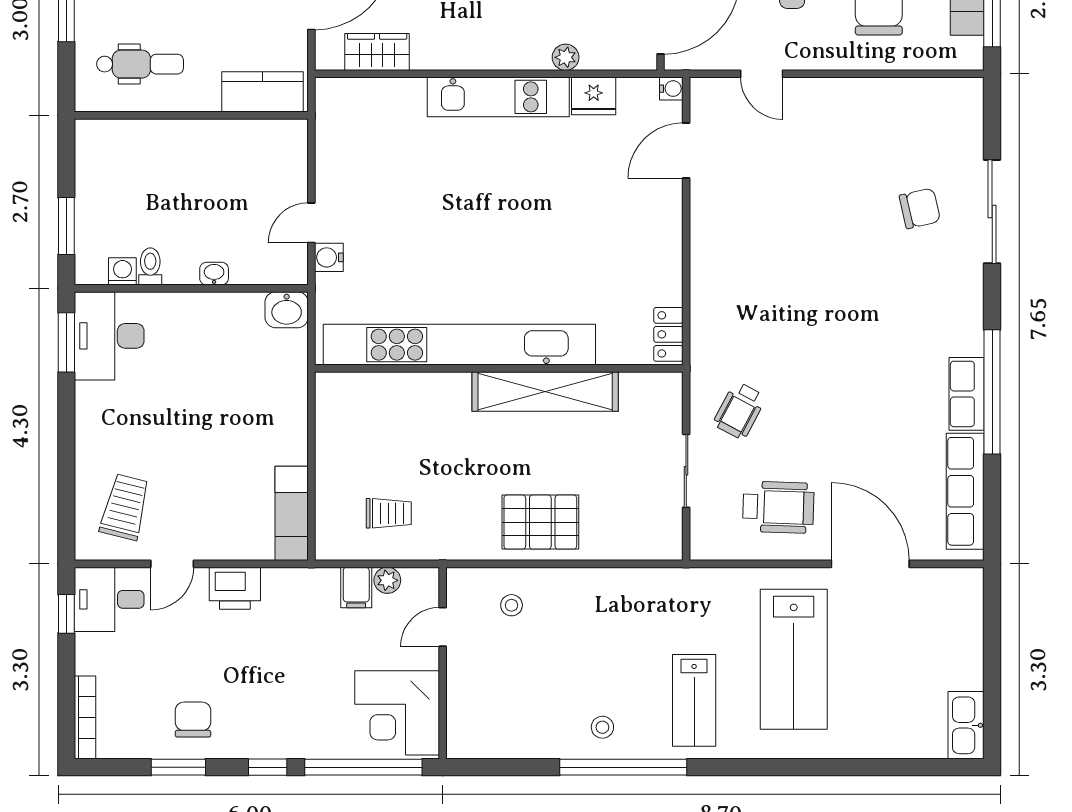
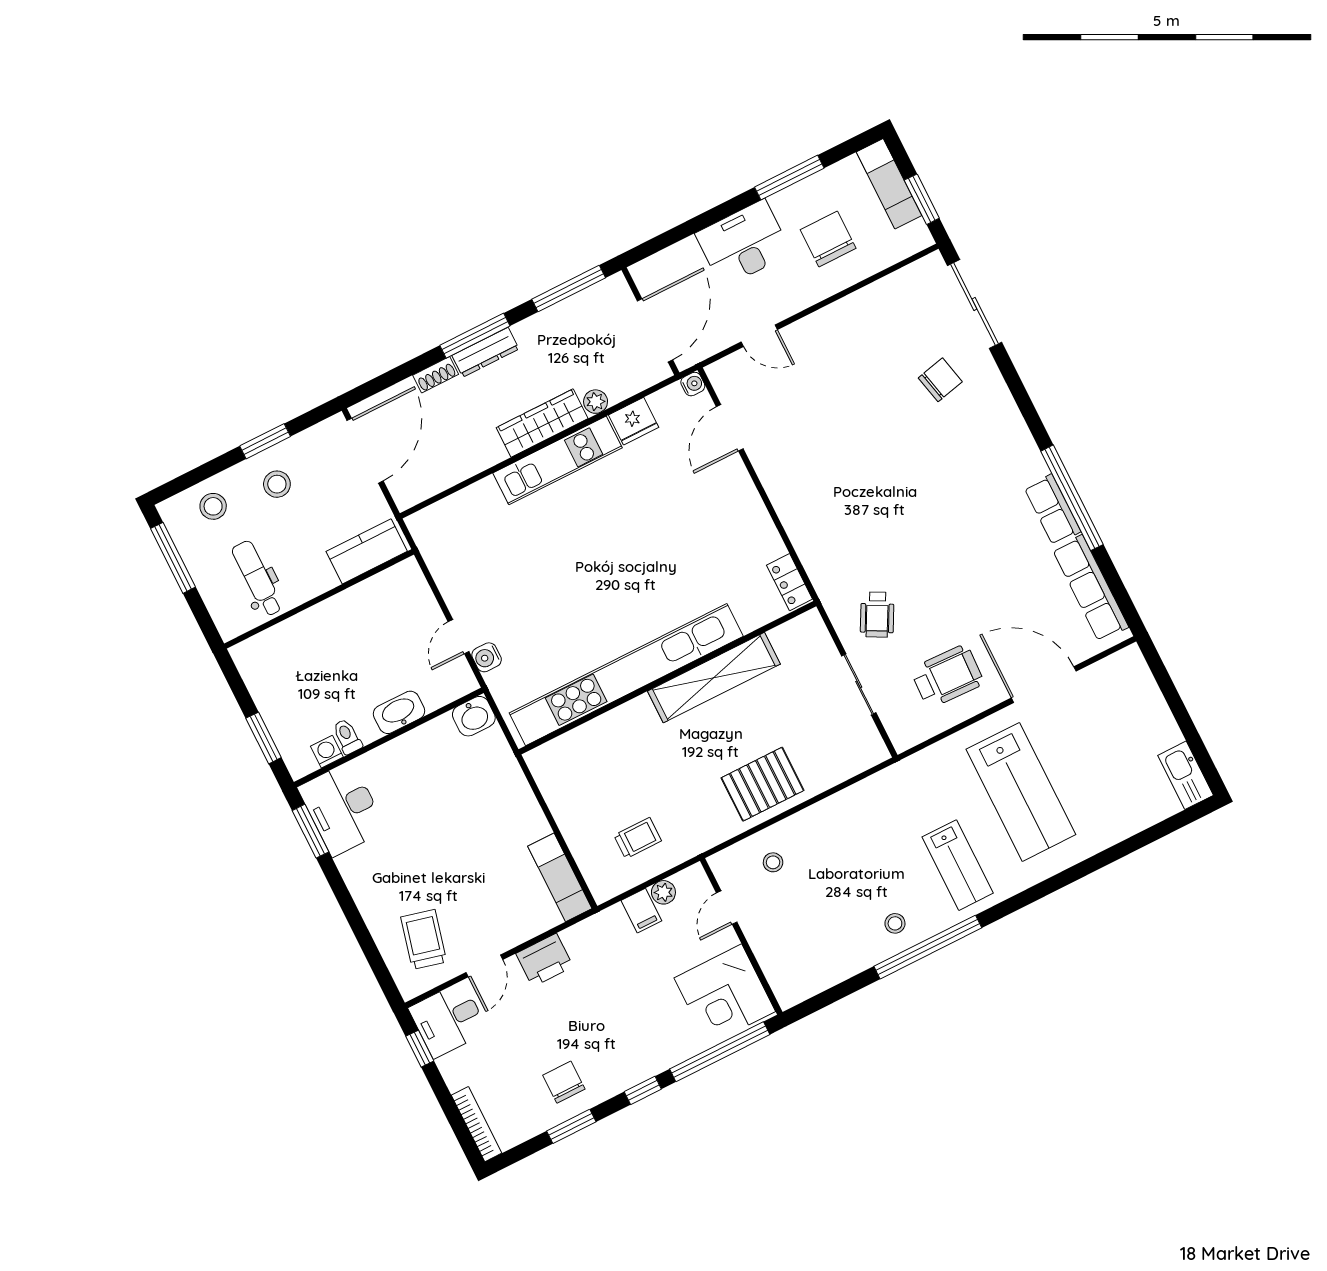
wardrobe: (377, 52) -> (542, 423), moved, width x1.50
dental chair: (140, 64) -> (257, 578), turned -90
sliding door: (992, 212) -> (974, 304), moved
washbasin: (214, 274) -> (399, 712), width x1.91, depth x1.45

